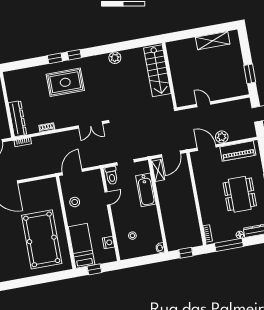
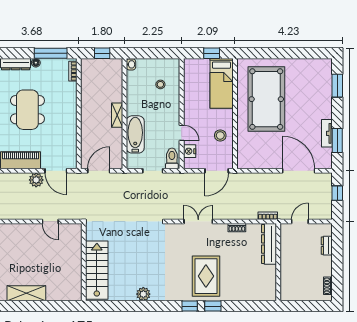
rug: (65, 82) -> (206, 276), turned 90
double door: (90, 125) -> (198, 222), moved
shelving: (158, 171) -> (117, 115), moved
door: (107, 198) -> (182, 133), swing flipped
nightstand: (108, 242) -> (190, 151), moved

